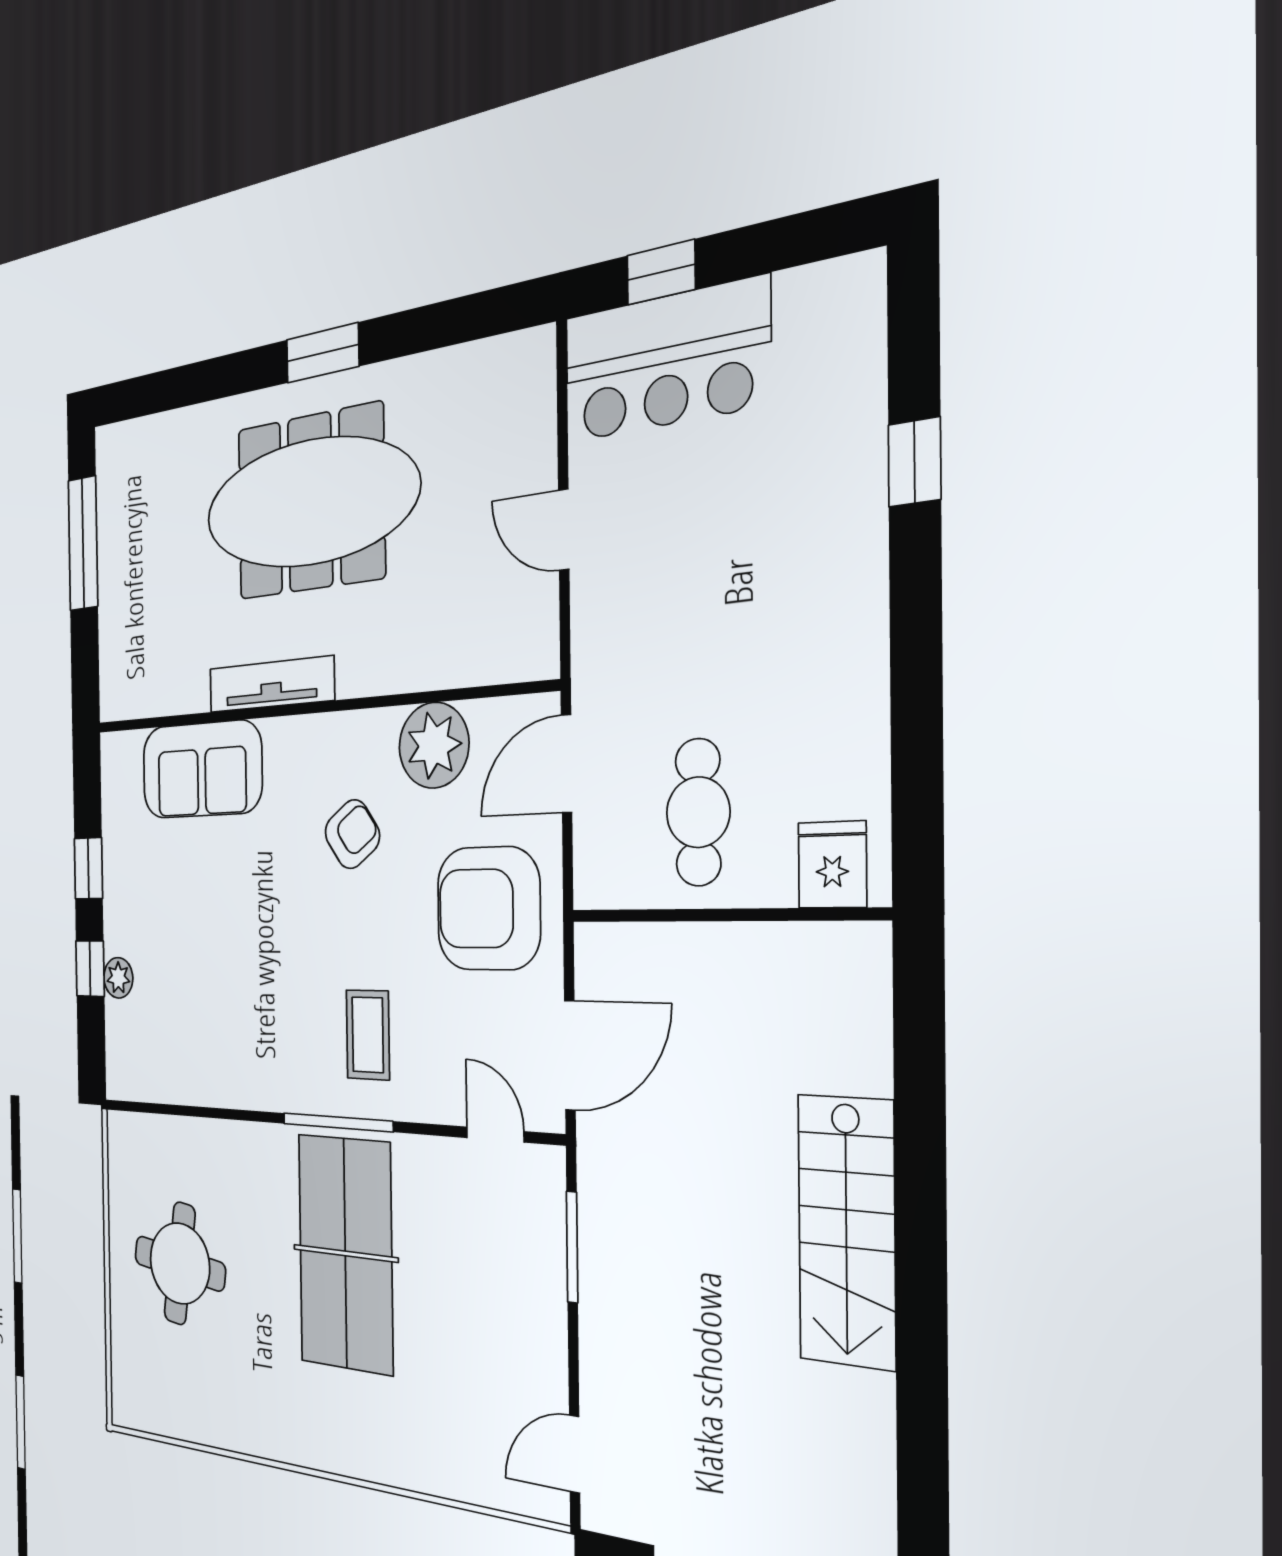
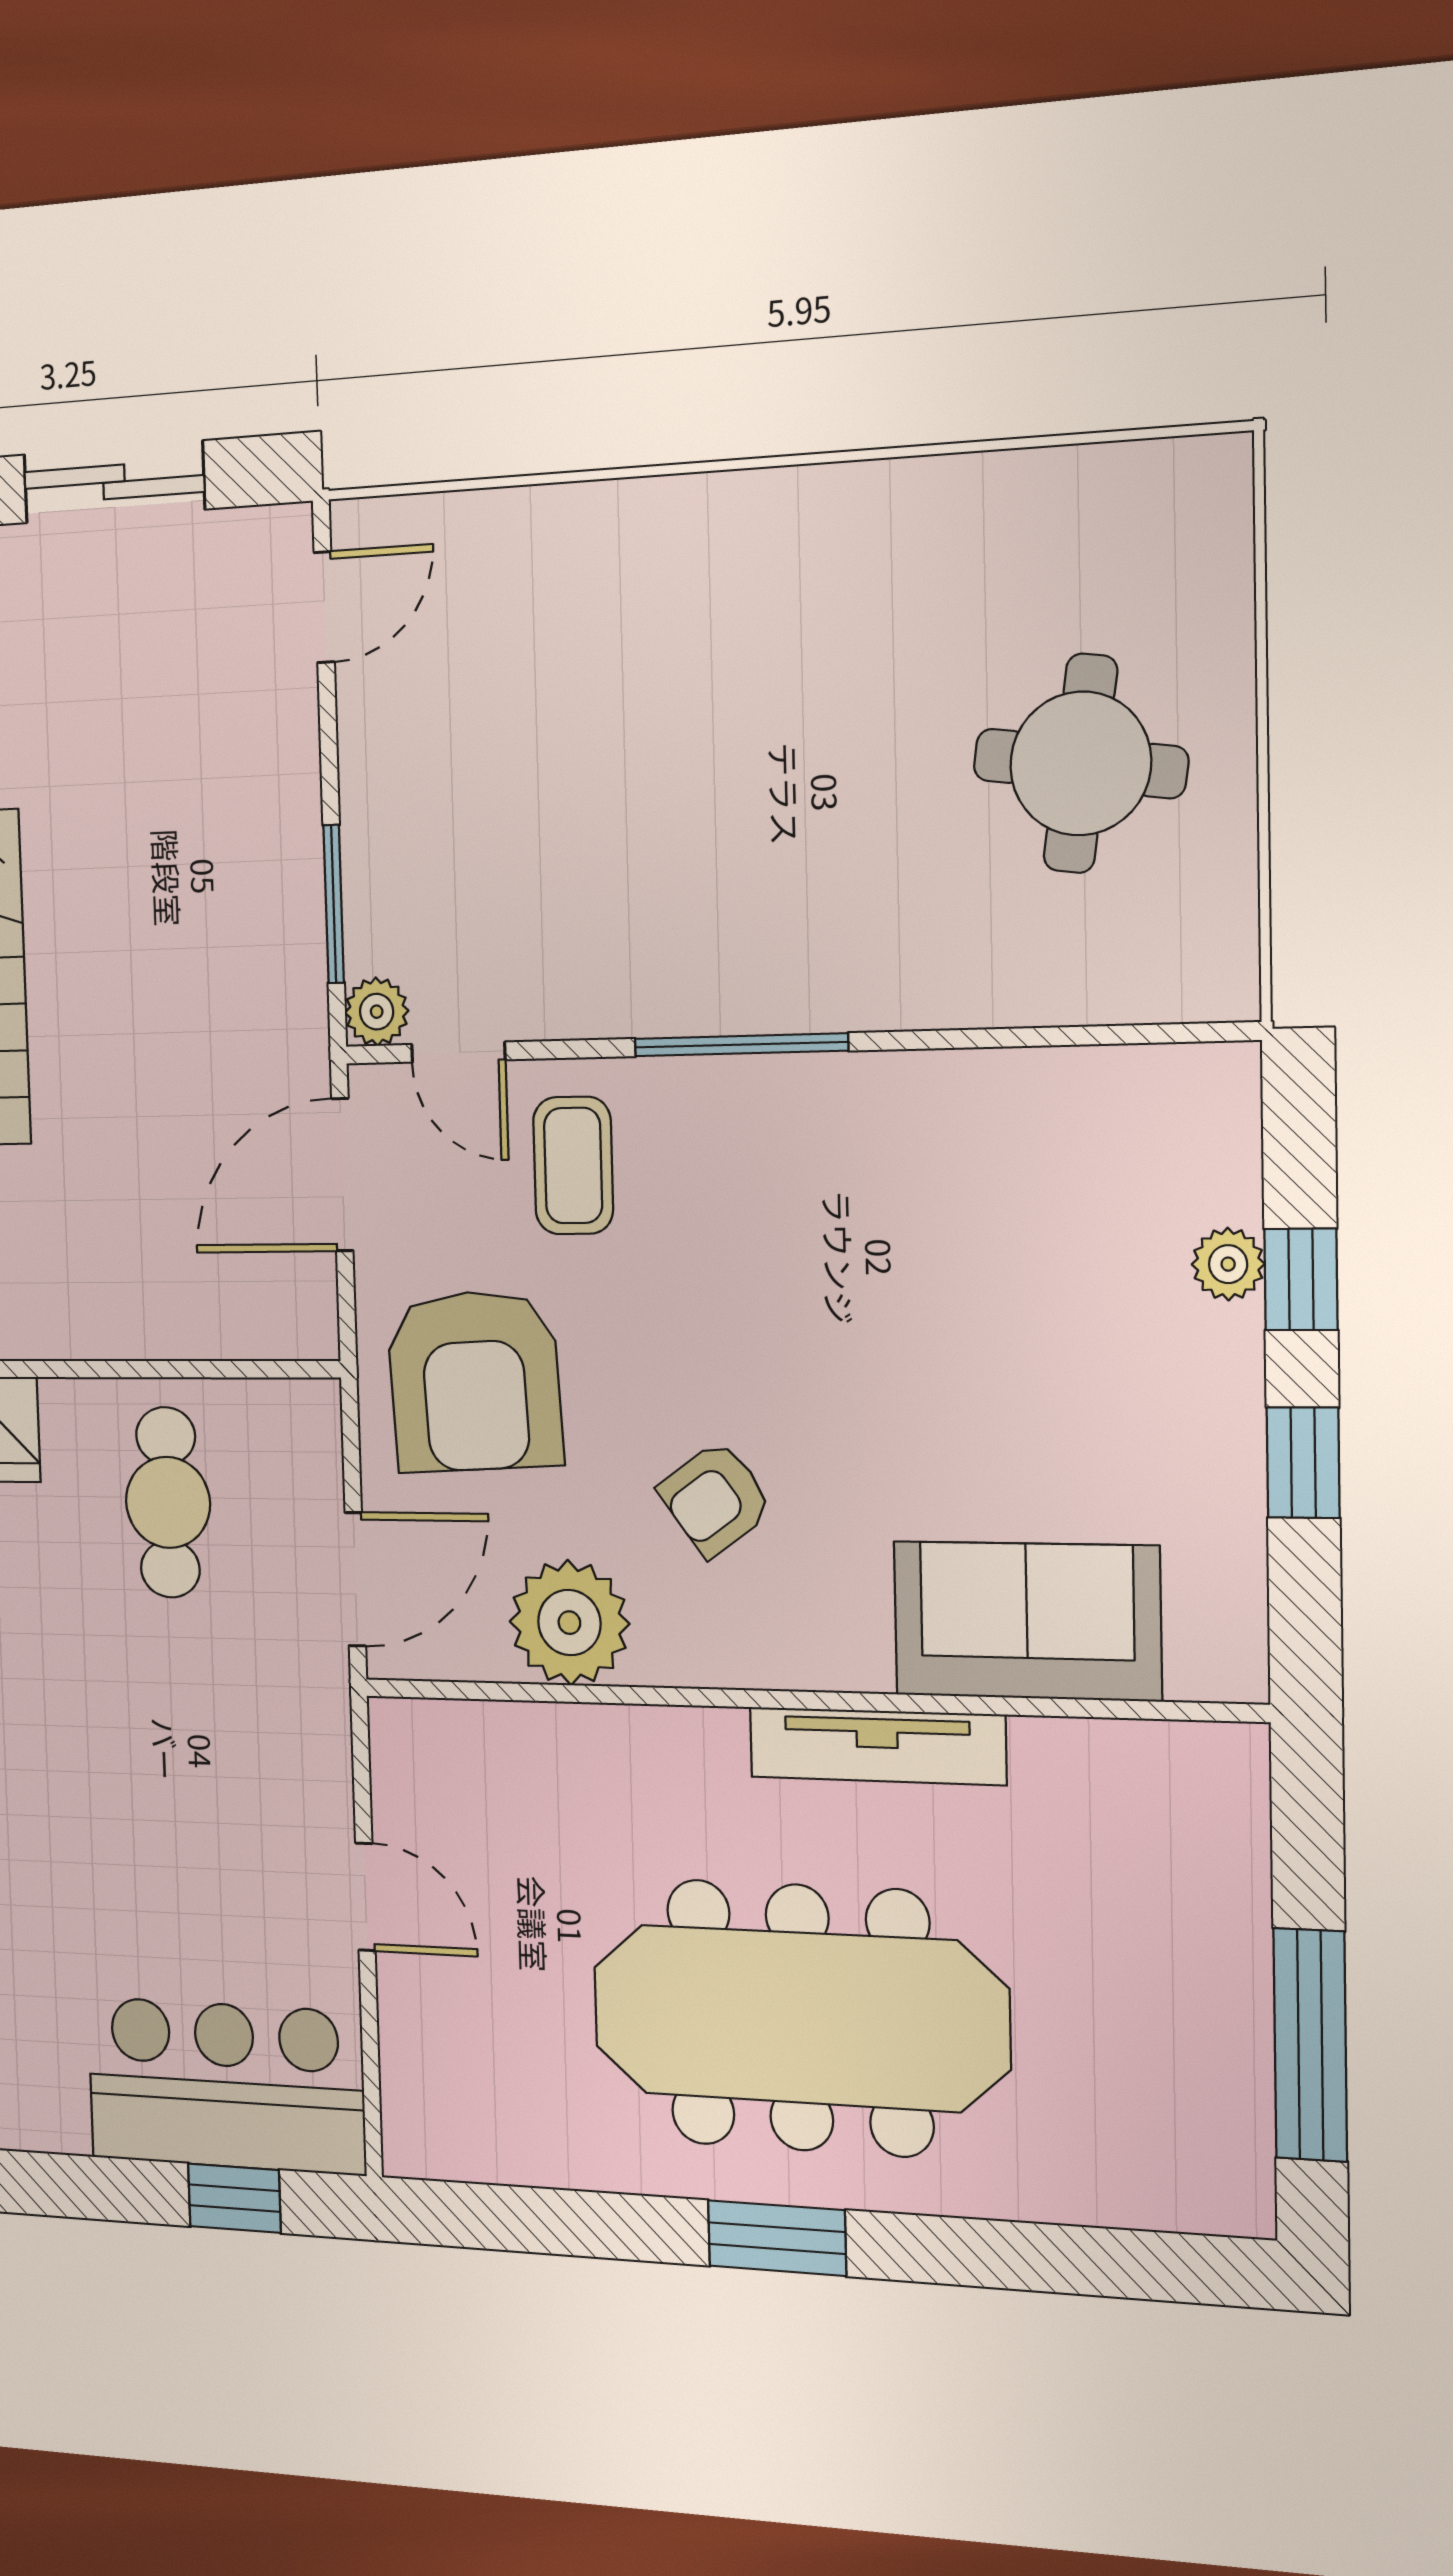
armchair: (488, 908) -> (474, 1381), turned 87
coffee table: (368, 1035) -> (573, 1165), moved
plant: (546, 1168) -> (377, 1012), added
table tennis table: (345, 1253) -> (724, 836), removed

